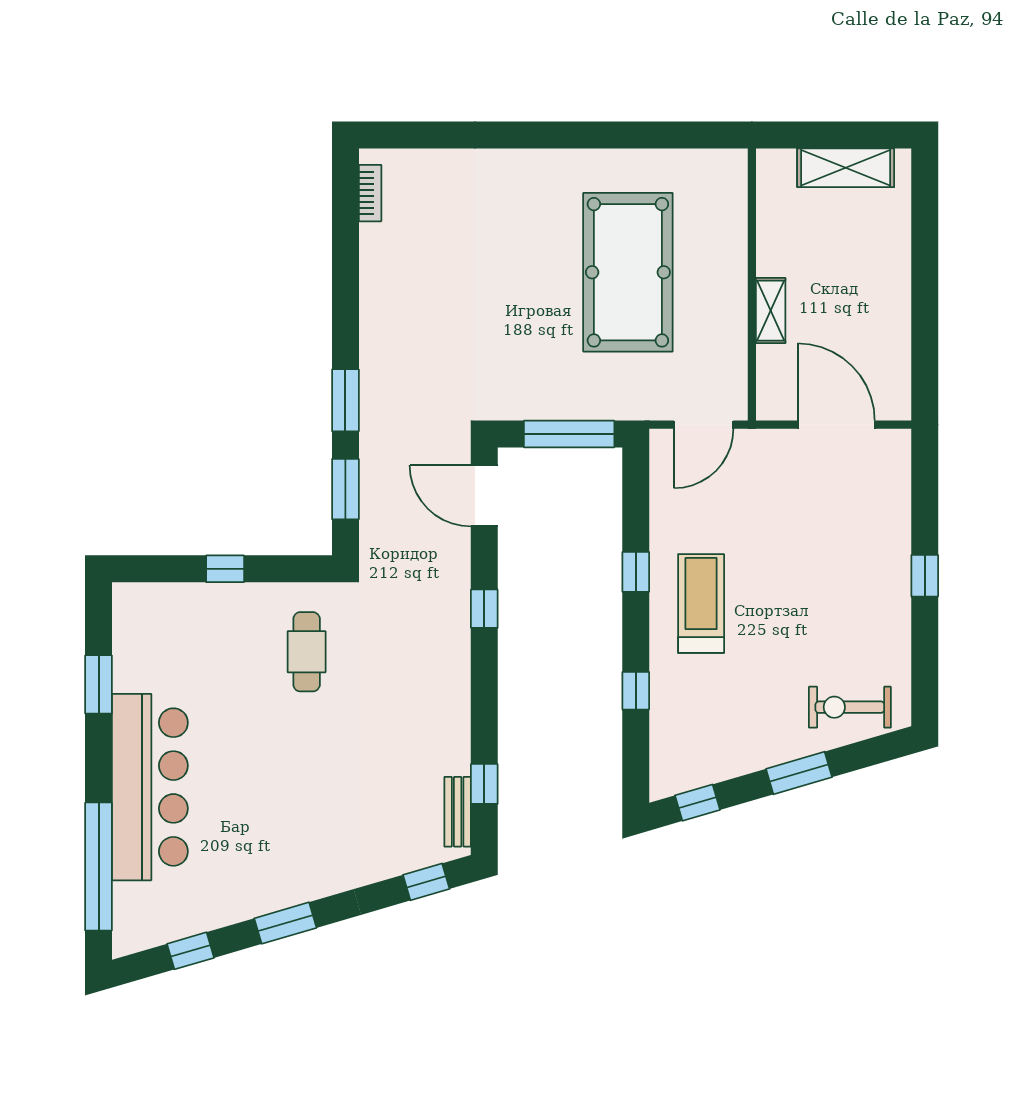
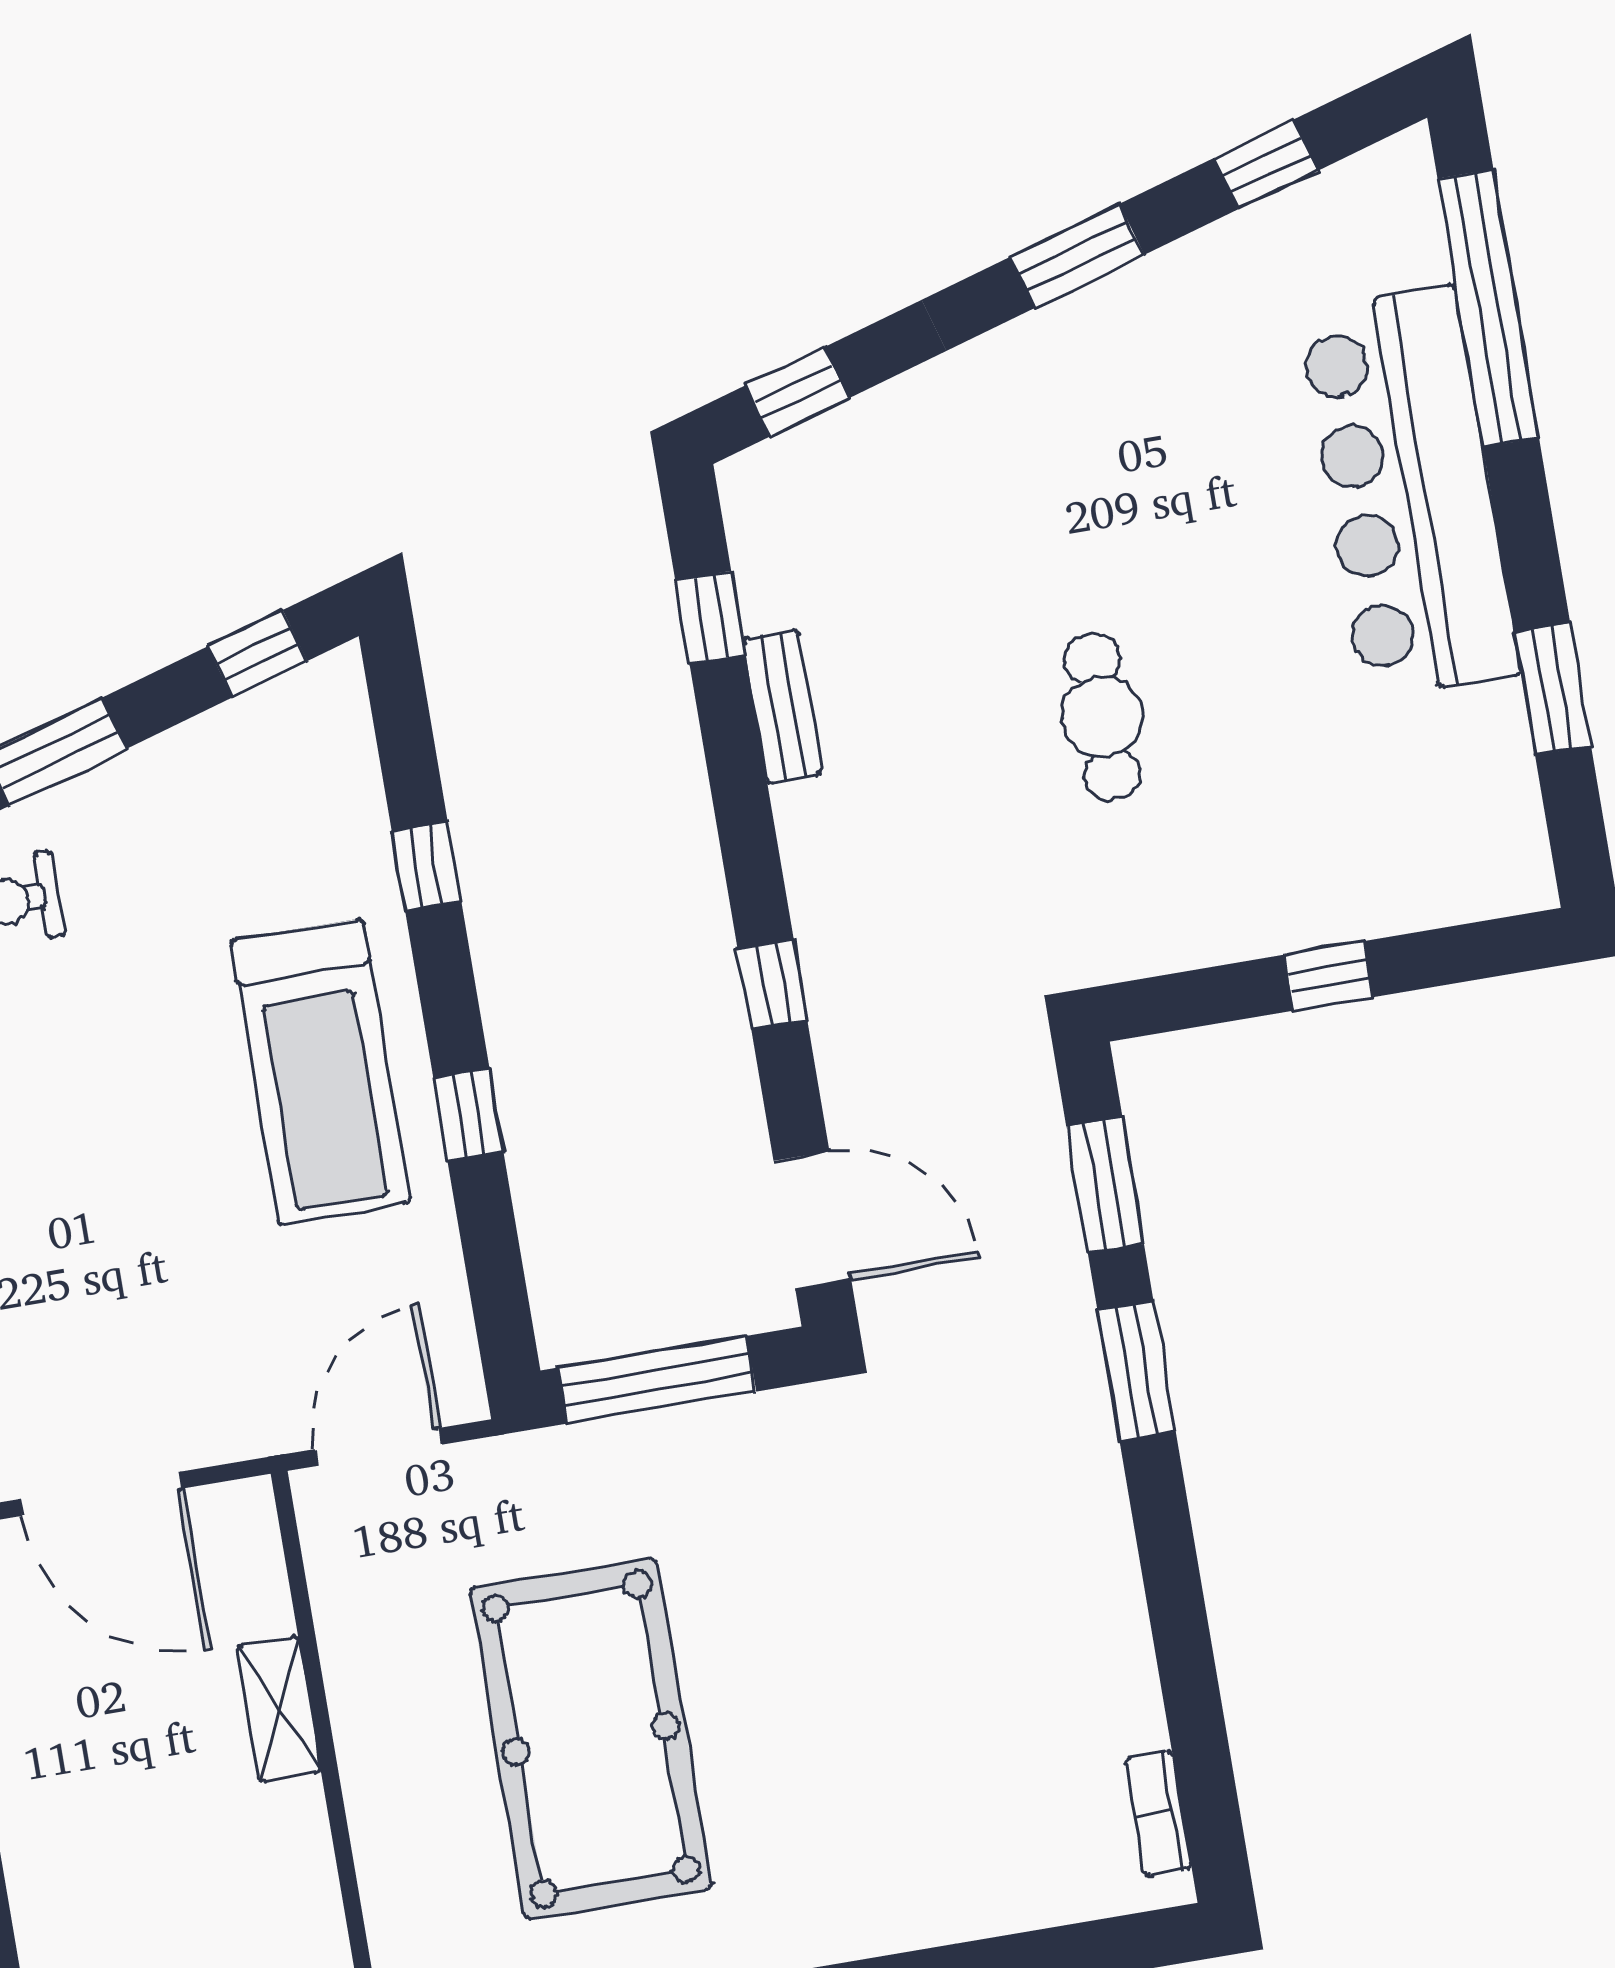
treadmill: (701, 603) -> (321, 1072), width x1.37, depth x1.37
cafe table: (307, 652) -> (1102, 717), moved
bench: (458, 812) -> (783, 706), moved

